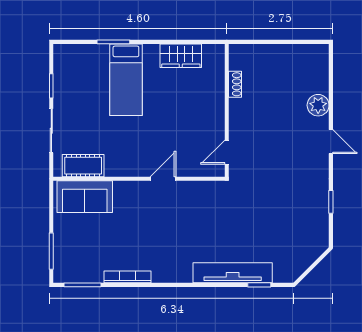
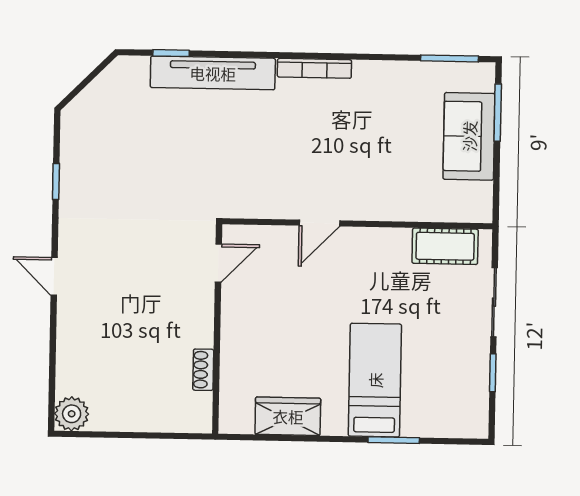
plant: (318, 105) -> (72, 414), moved
sofa: (85, 197) -> (469, 136), moved, turned -90
bookcase: (128, 277) -> (314, 68), moved

